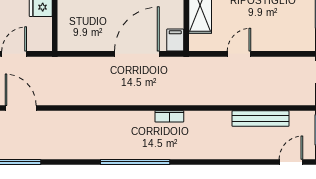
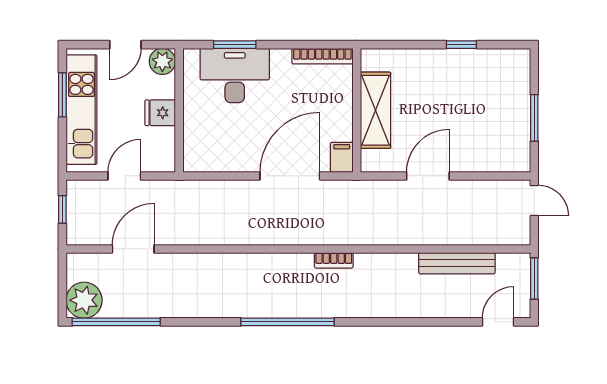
door: (239, 54) -> (428, 176), width x1.38
door: (21, 108) -> (133, 249), hinge flipped

